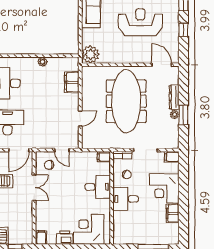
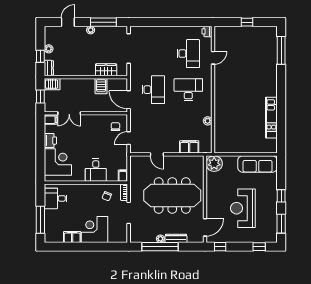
reception desk: (140, 22) -> (243, 208), turned 180
window: (183, 30) -> (220, 247), moved
window: (183, 115) -> (160, 247), width x2.11
filing cabinet: (172, 157) -> (123, 236), removed
double door: (34, 188) -> (69, 113), moved
desk: (126, 199) -> (56, 198), moved, turned -90

